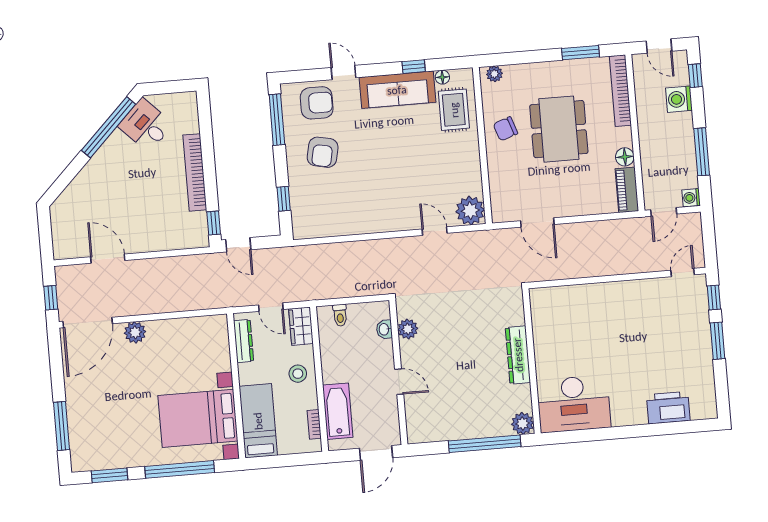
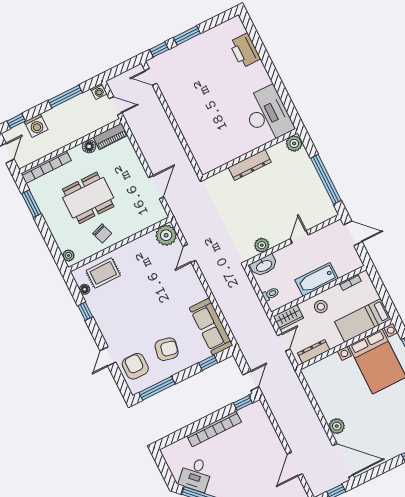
sofa: (397, 90) -> (211, 327), moved, turned 180
washbasin: (384, 329) -> (264, 266), width x1.91, depth x1.45
bathtub: (338, 411) -> (316, 279), moved
window: (485, 444) -> (326, 179), moved

